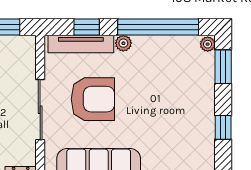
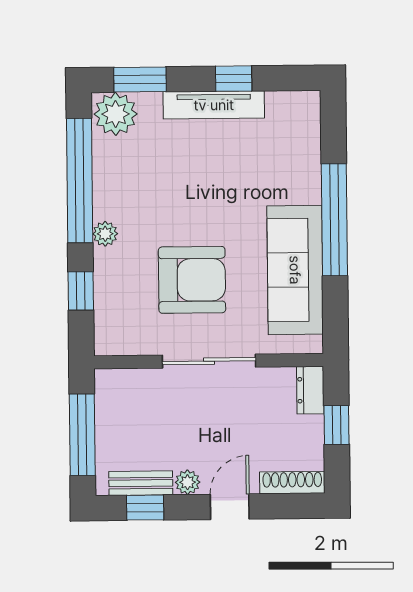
tv unit: (81, 44) -> (214, 105), moved, turned 90
plant: (208, 44) -> (116, 114), width x1.88, depth x1.88
armchair: (93, 99) -> (192, 280), turned 90

